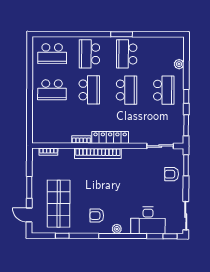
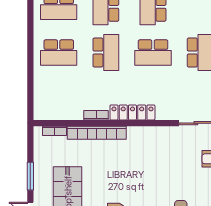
school desk: (127, 90) -> (153, 53), turned 90
bookcase: (98, 153) -> (97, 133), moved

